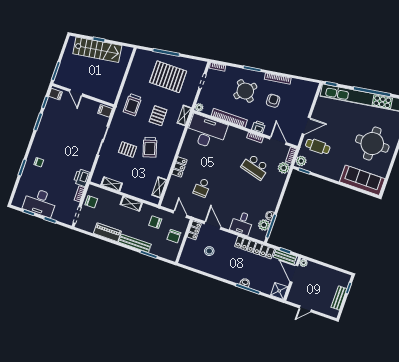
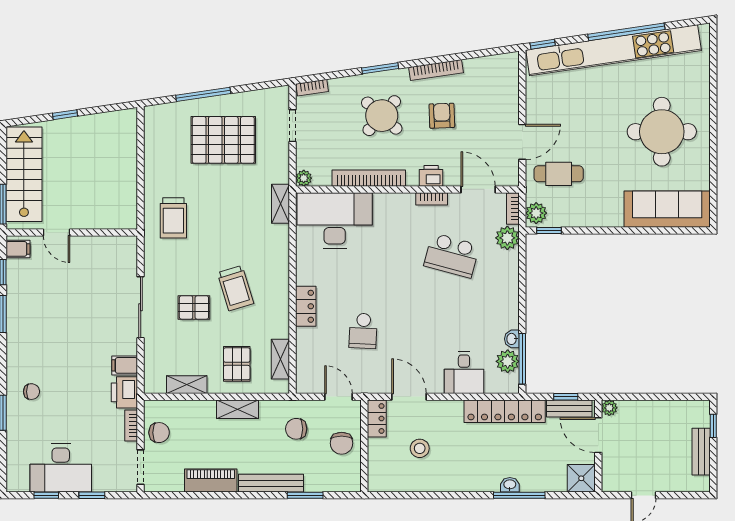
stairs: (97, 50) -> (24, 174), moved, turned -82
filing cabinet: (105, 111) -> (125, 365), moved
pallet: (158, 116) -> (237, 364), moved

